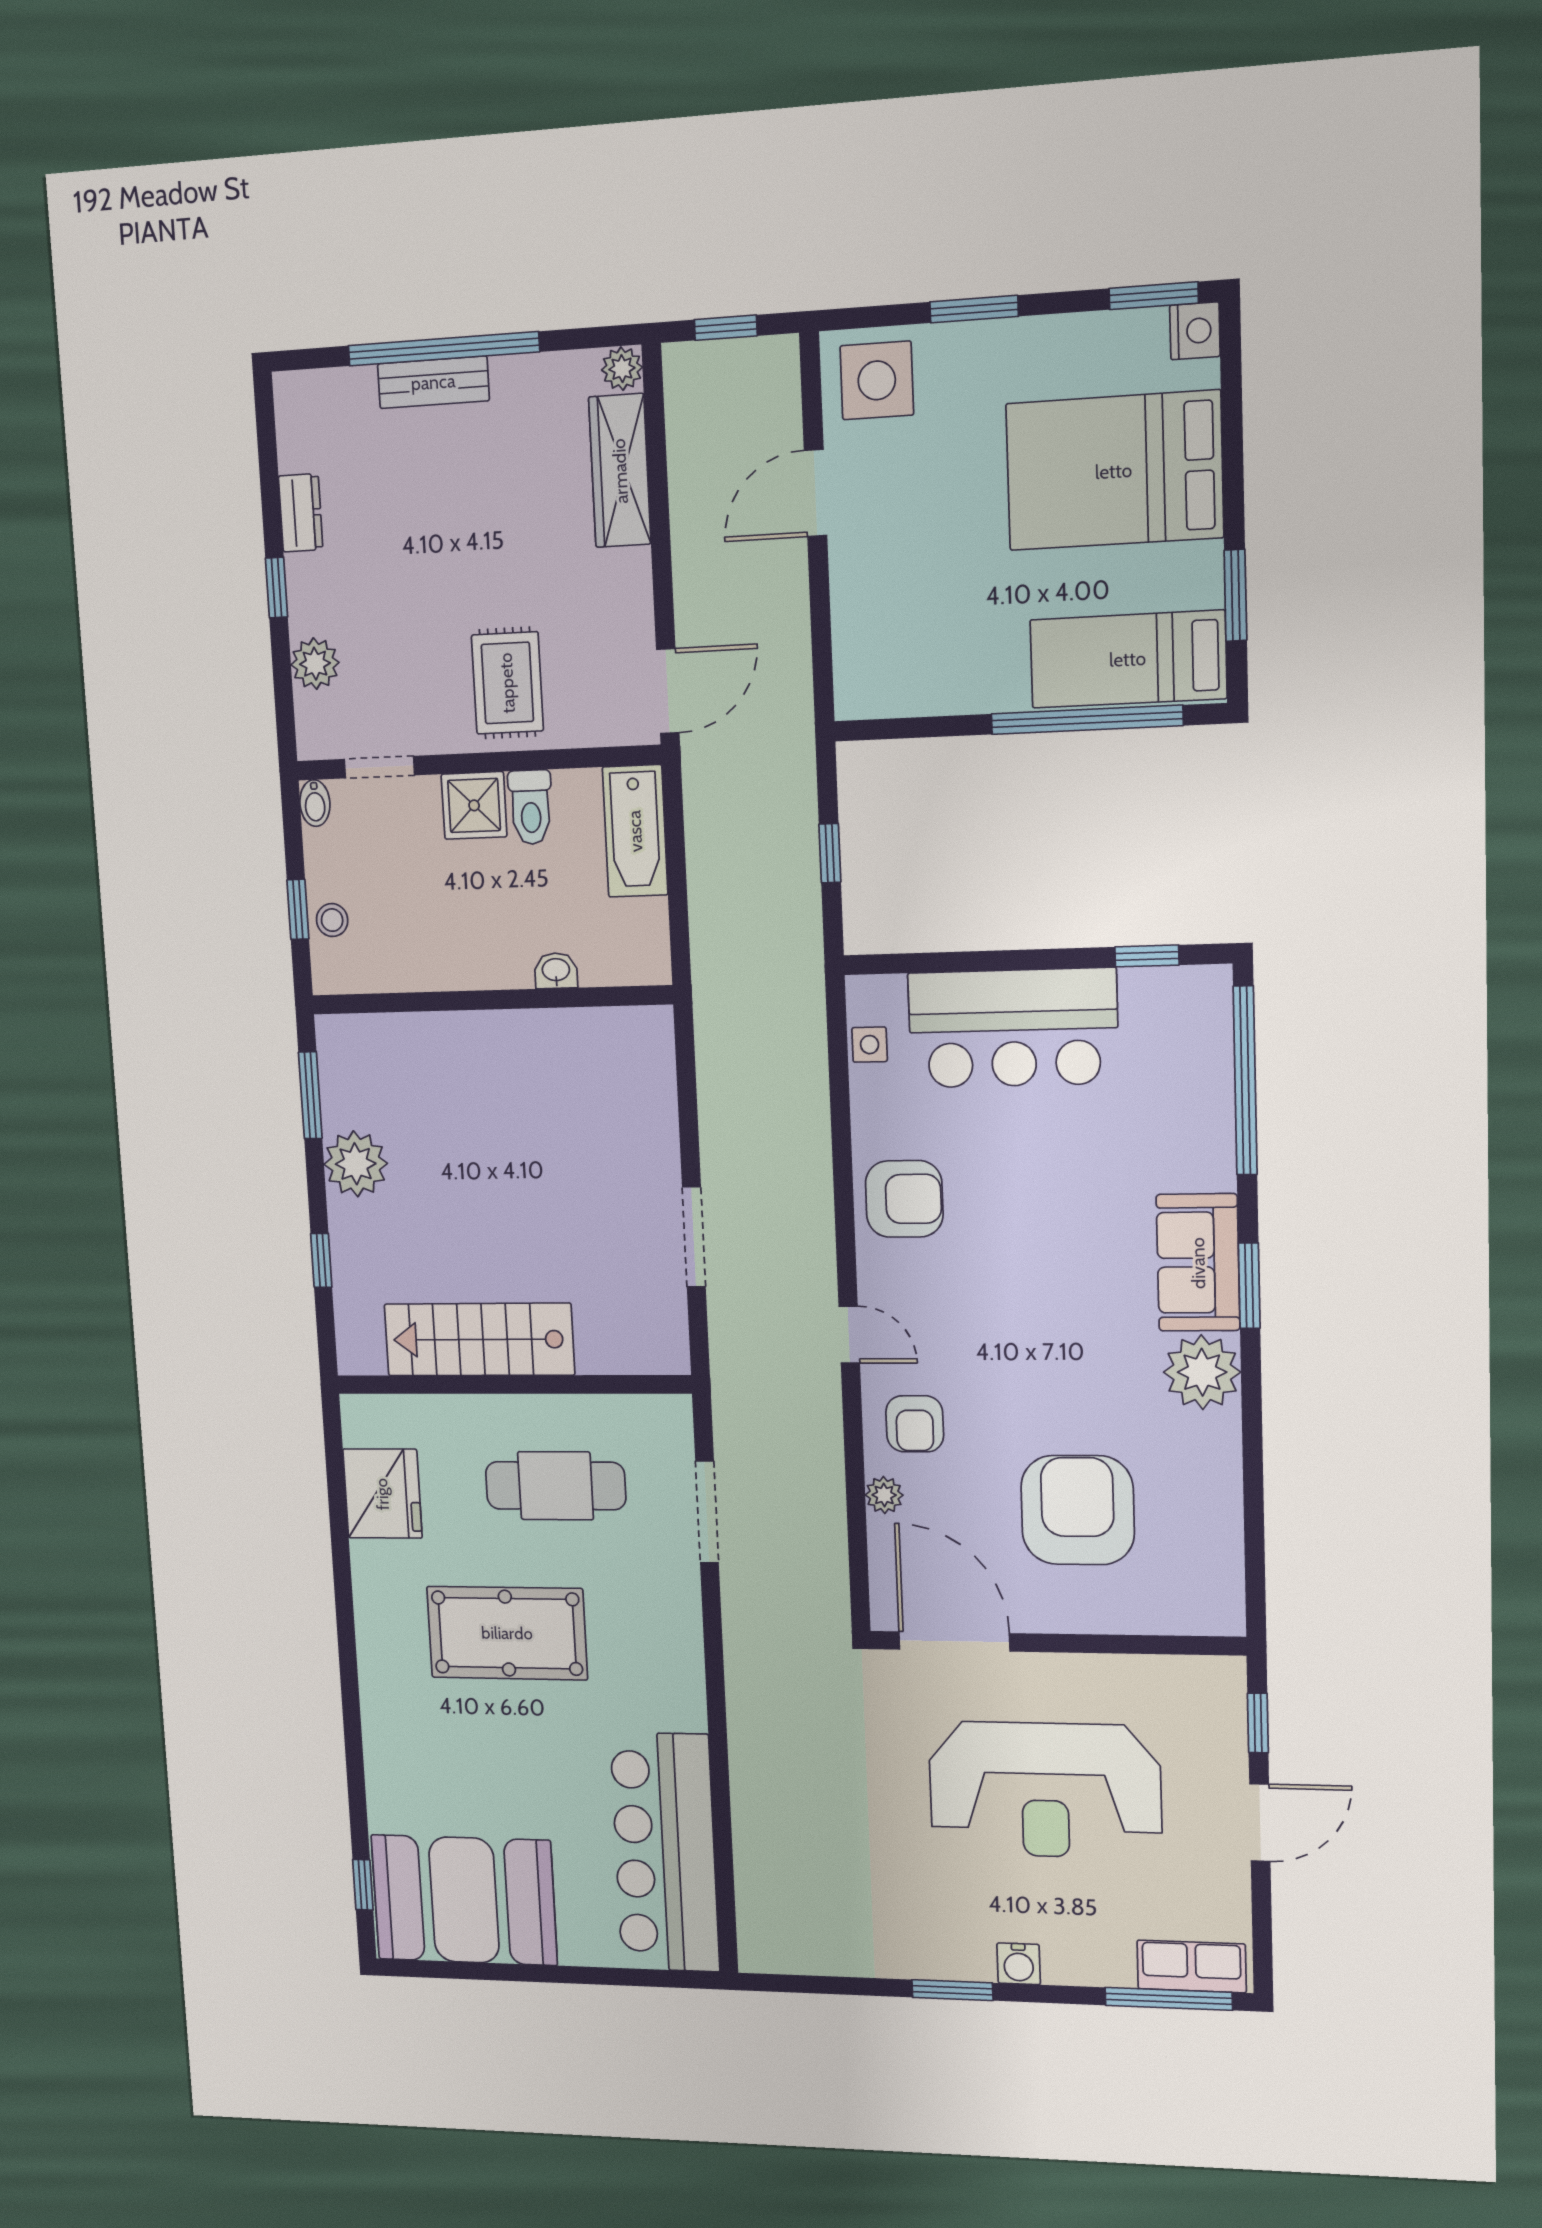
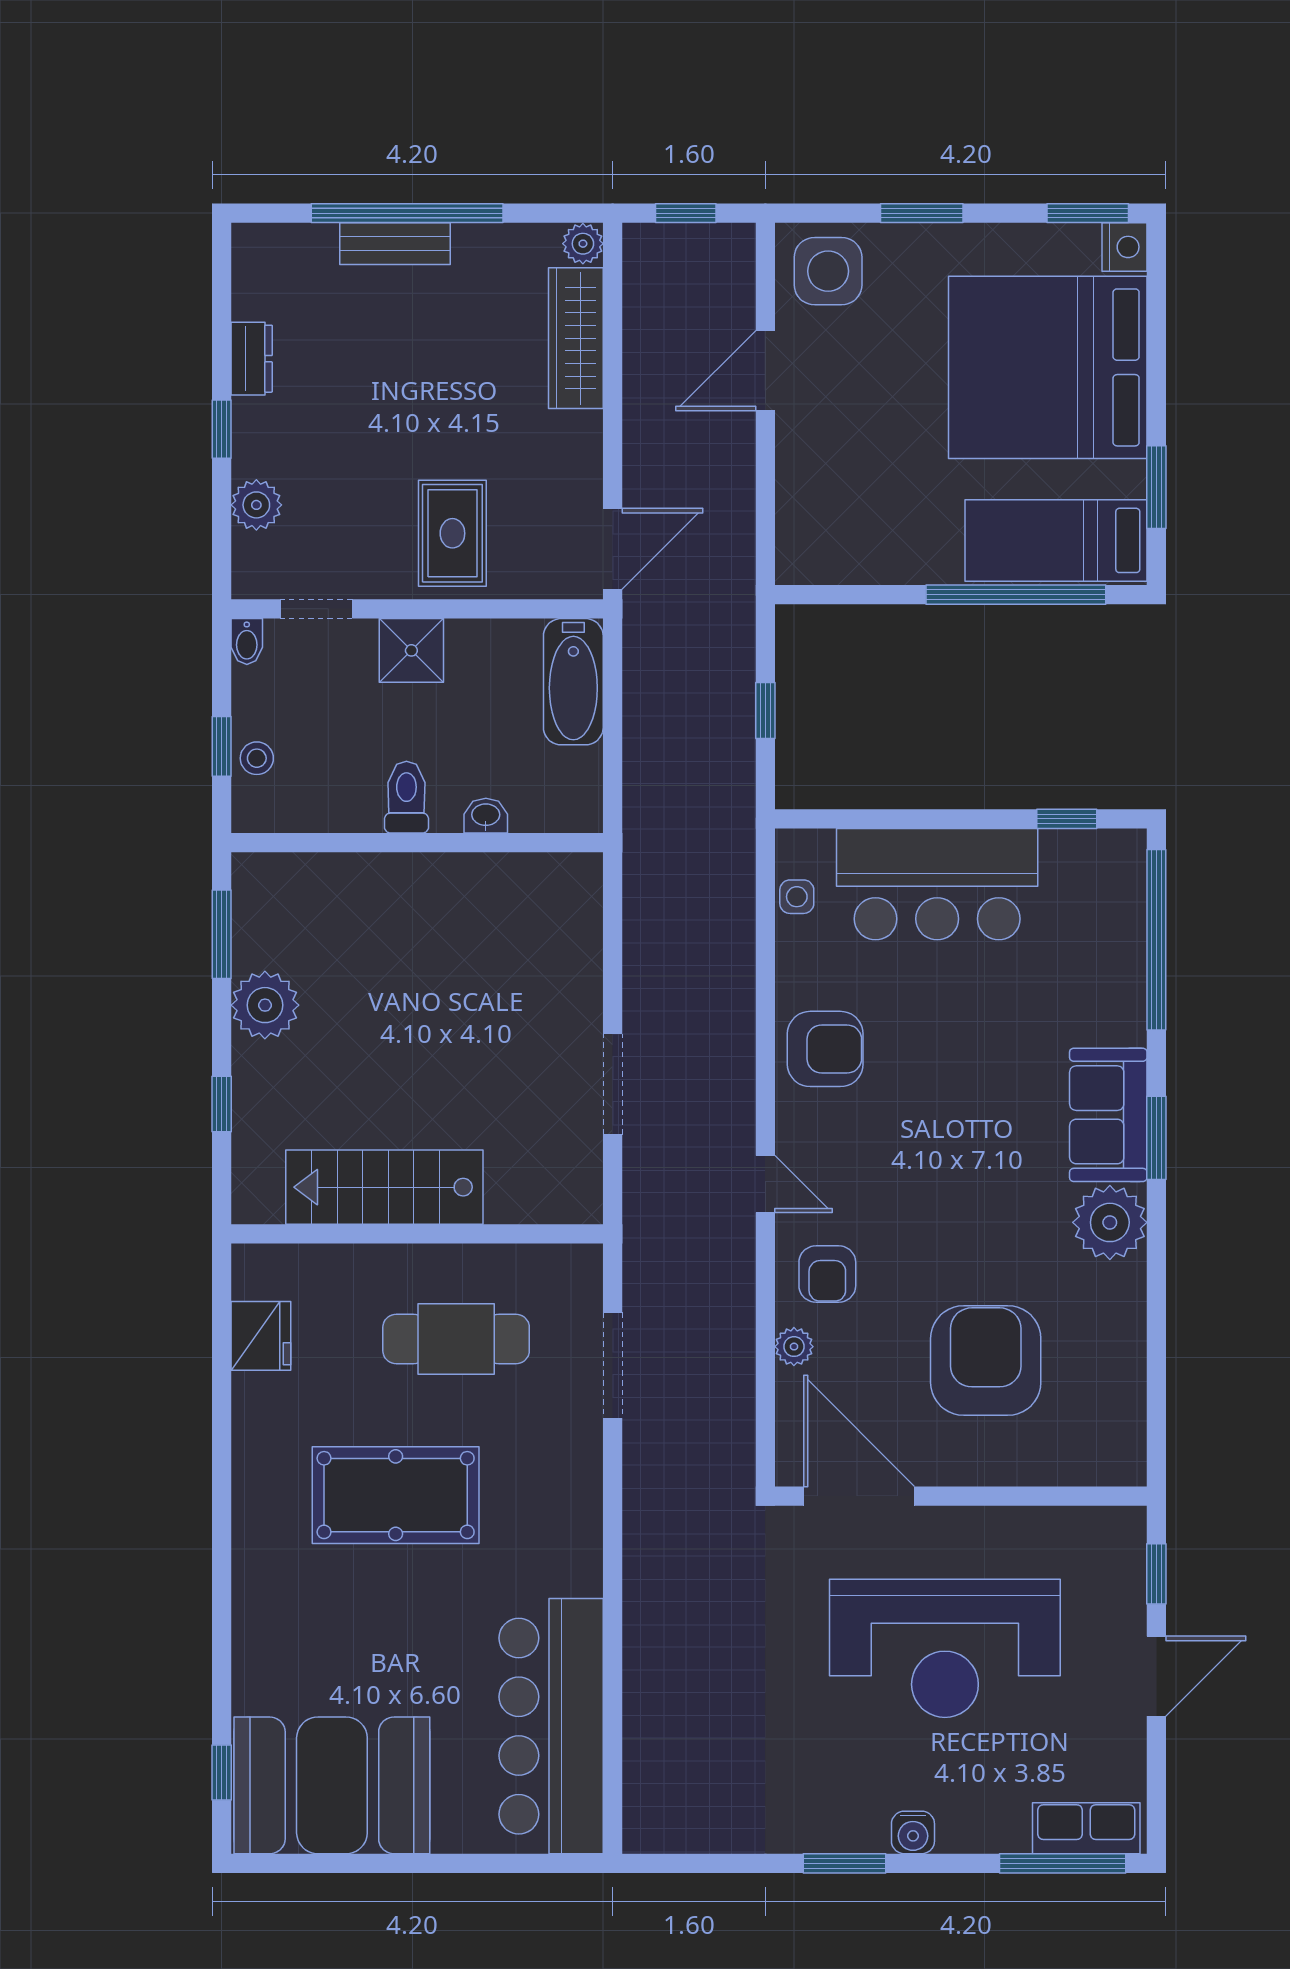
bed: (1114, 471) -> (1048, 367), width x1.36
toilet: (531, 807) -> (406, 797), moved, turned 180
fridge: (382, 1494) -> (261, 1336), width x0.73, depth x0.75

